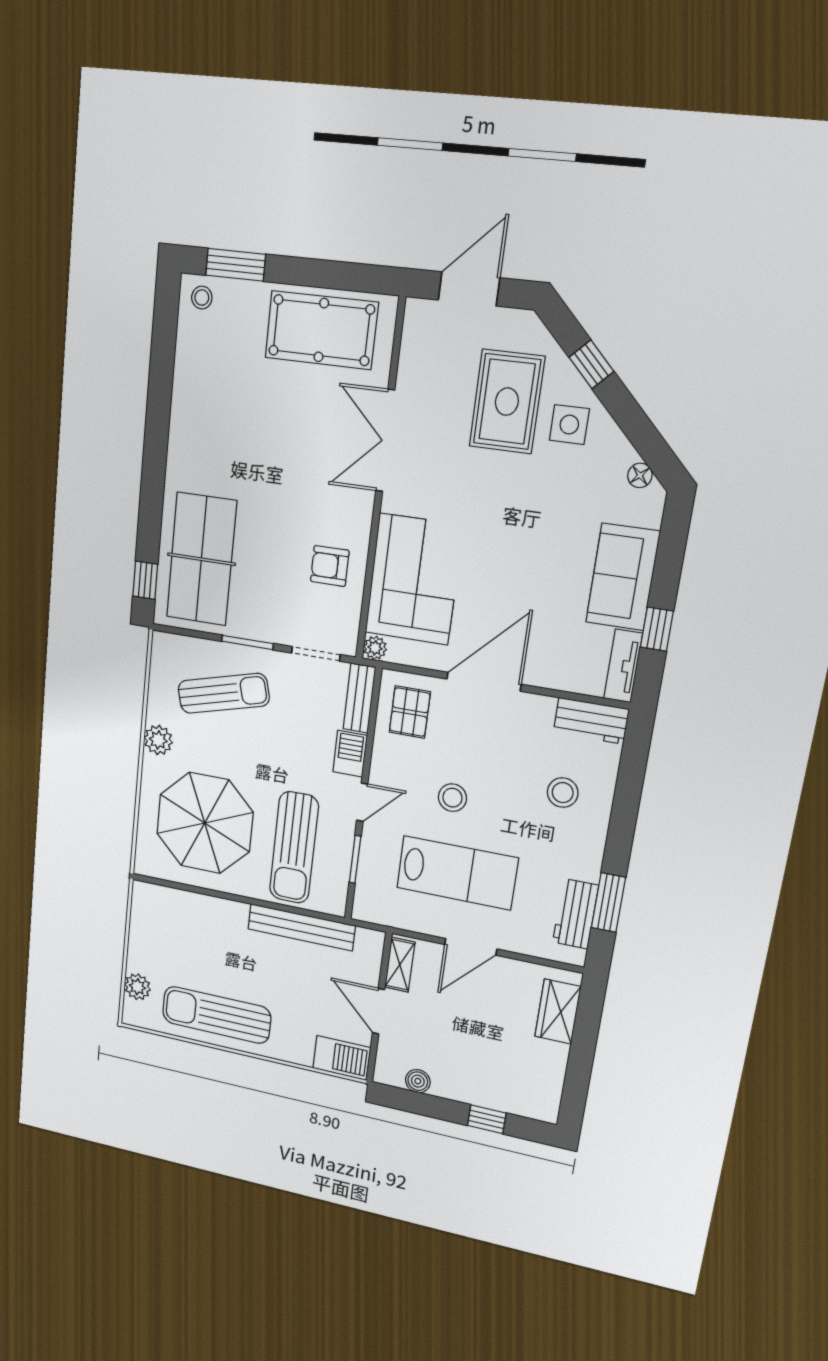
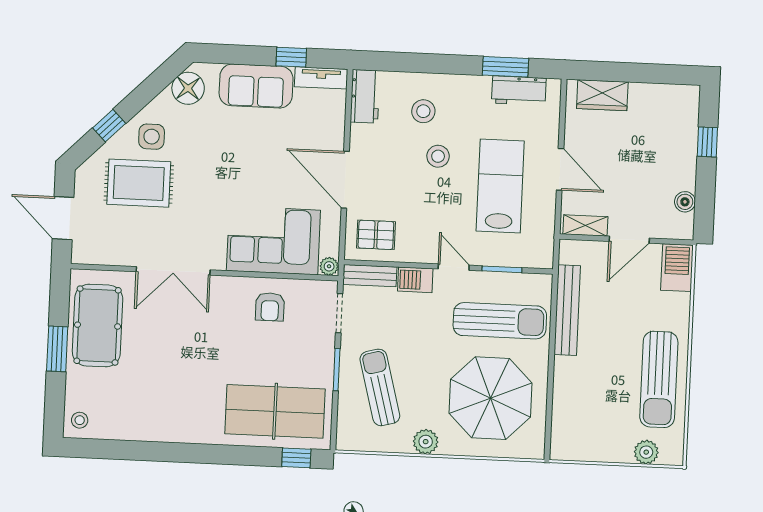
window: (236, 265) -> (57, 349), moved
floor lamp: (640, 475) -> (188, 88), width x1.89, depth x1.89
stool: (452, 798) -> (438, 156), moved

